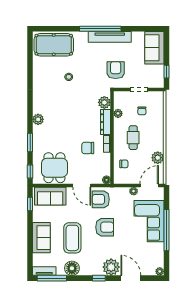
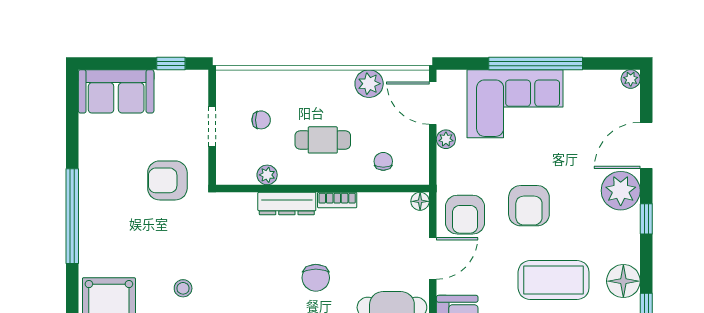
tv unit: (110, 37) -> (91, 194), removed
plant: (104, 102) -> (242, 206), removed
chair: (88, 148) -> (316, 278), moved
armchair: (105, 227) -> (529, 206), turned 180

